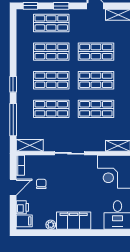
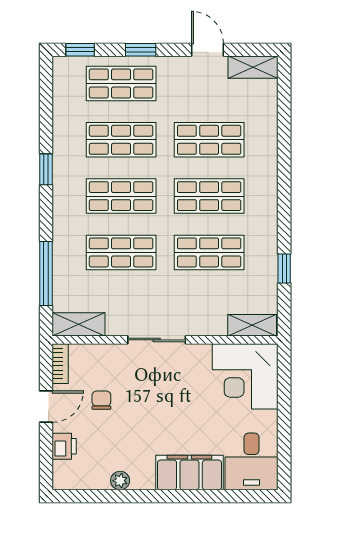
window: (13, 84) -> (46, 169), moved
filing cabinet: (24, 221) -> (68, 473), removed
filing cabinet: (74, 221) -> (189, 472), moved

